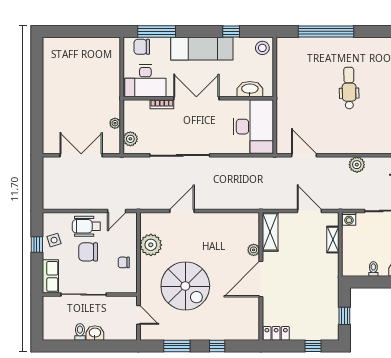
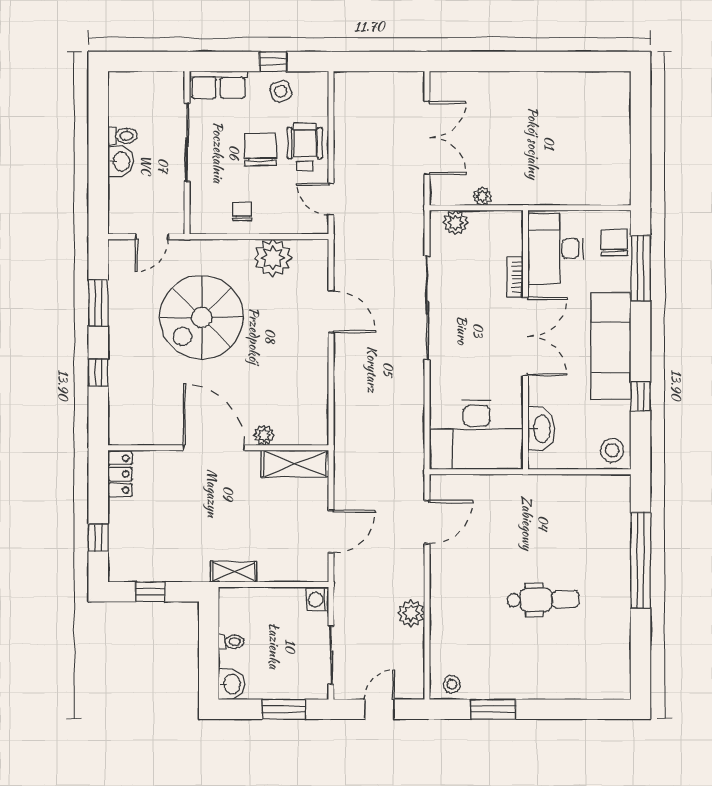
shelving: (333, 240) -> (234, 572), moved

